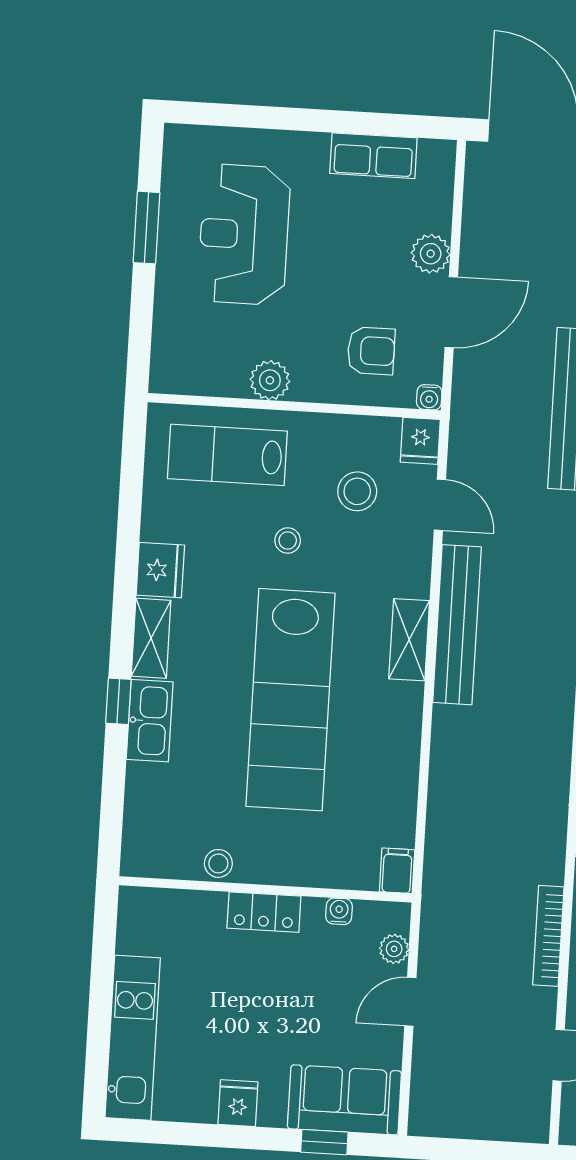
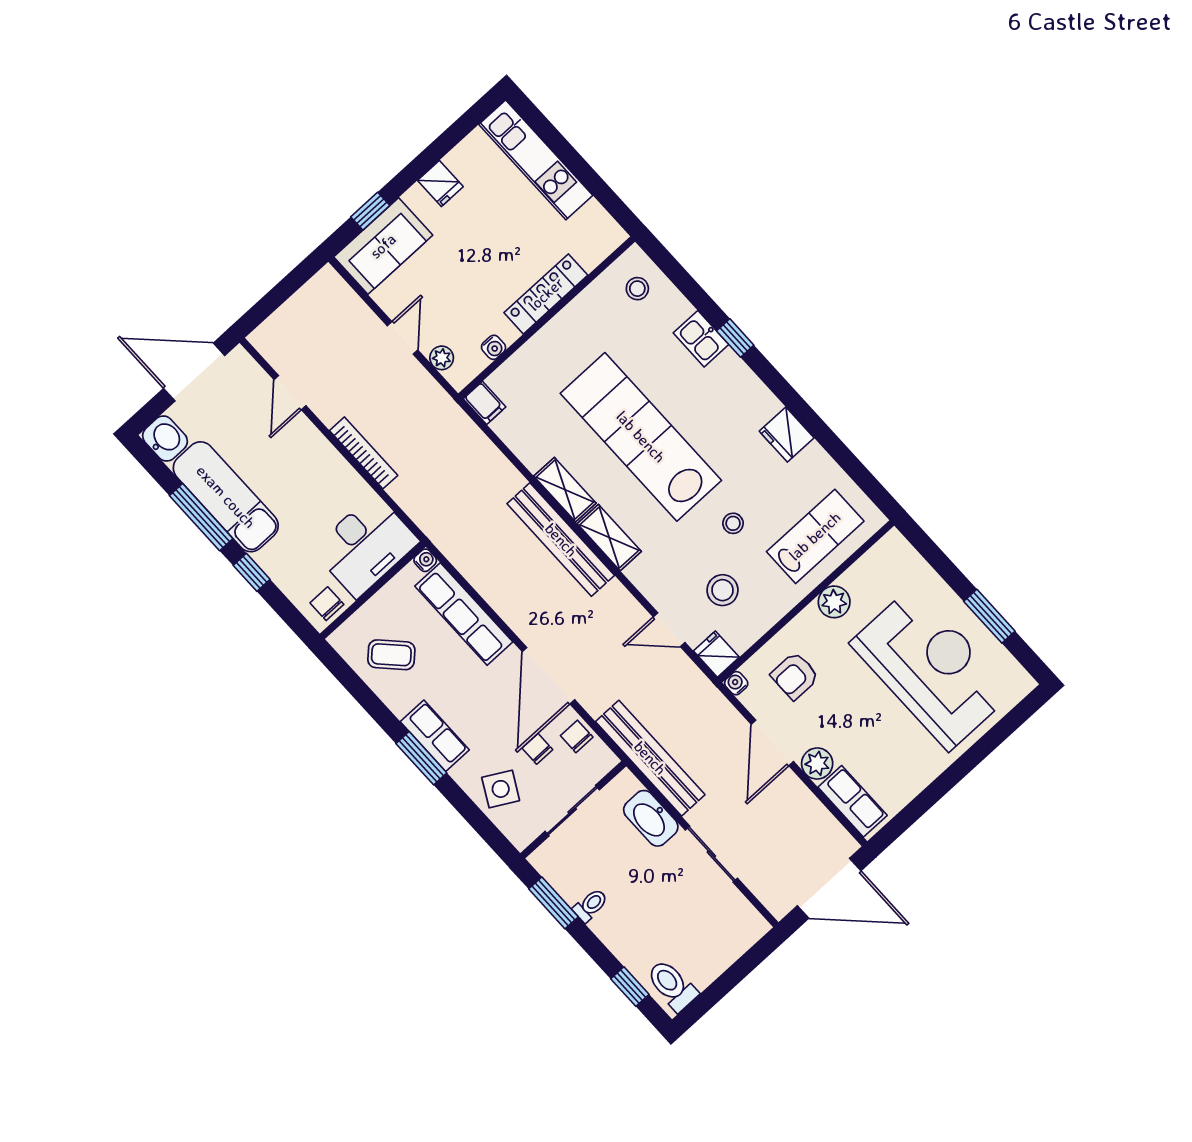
row of seats: (373, 156) -> (853, 801), moved, turned 90
reception desk: (244, 235) -> (931, 668), width x1.36, depth x1.30
bench: (457, 625) -> (561, 540), moved
shelving: (151, 638) -> (565, 490), moved
kitchen sink: (150, 721) -> (701, 339), width x0.73
stool: (218, 863) -> (637, 289), moved
locker: (264, 912) -> (546, 294), width x1.53

